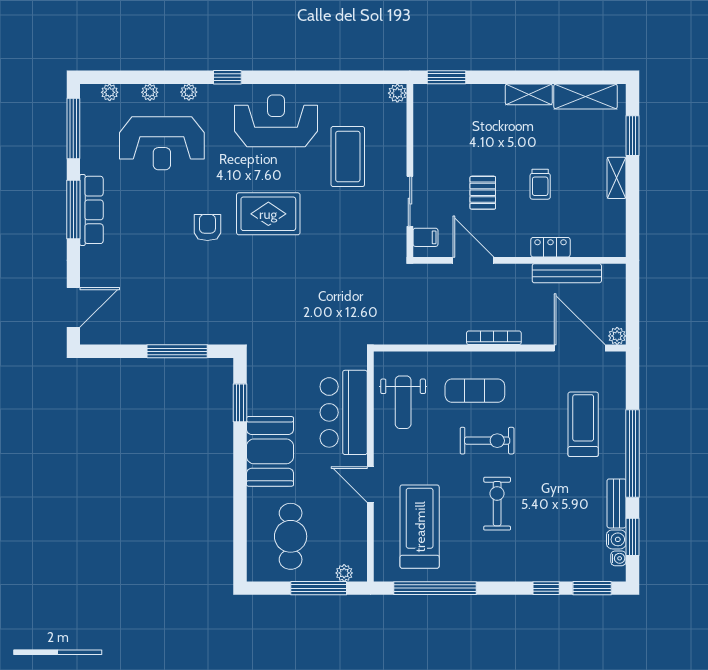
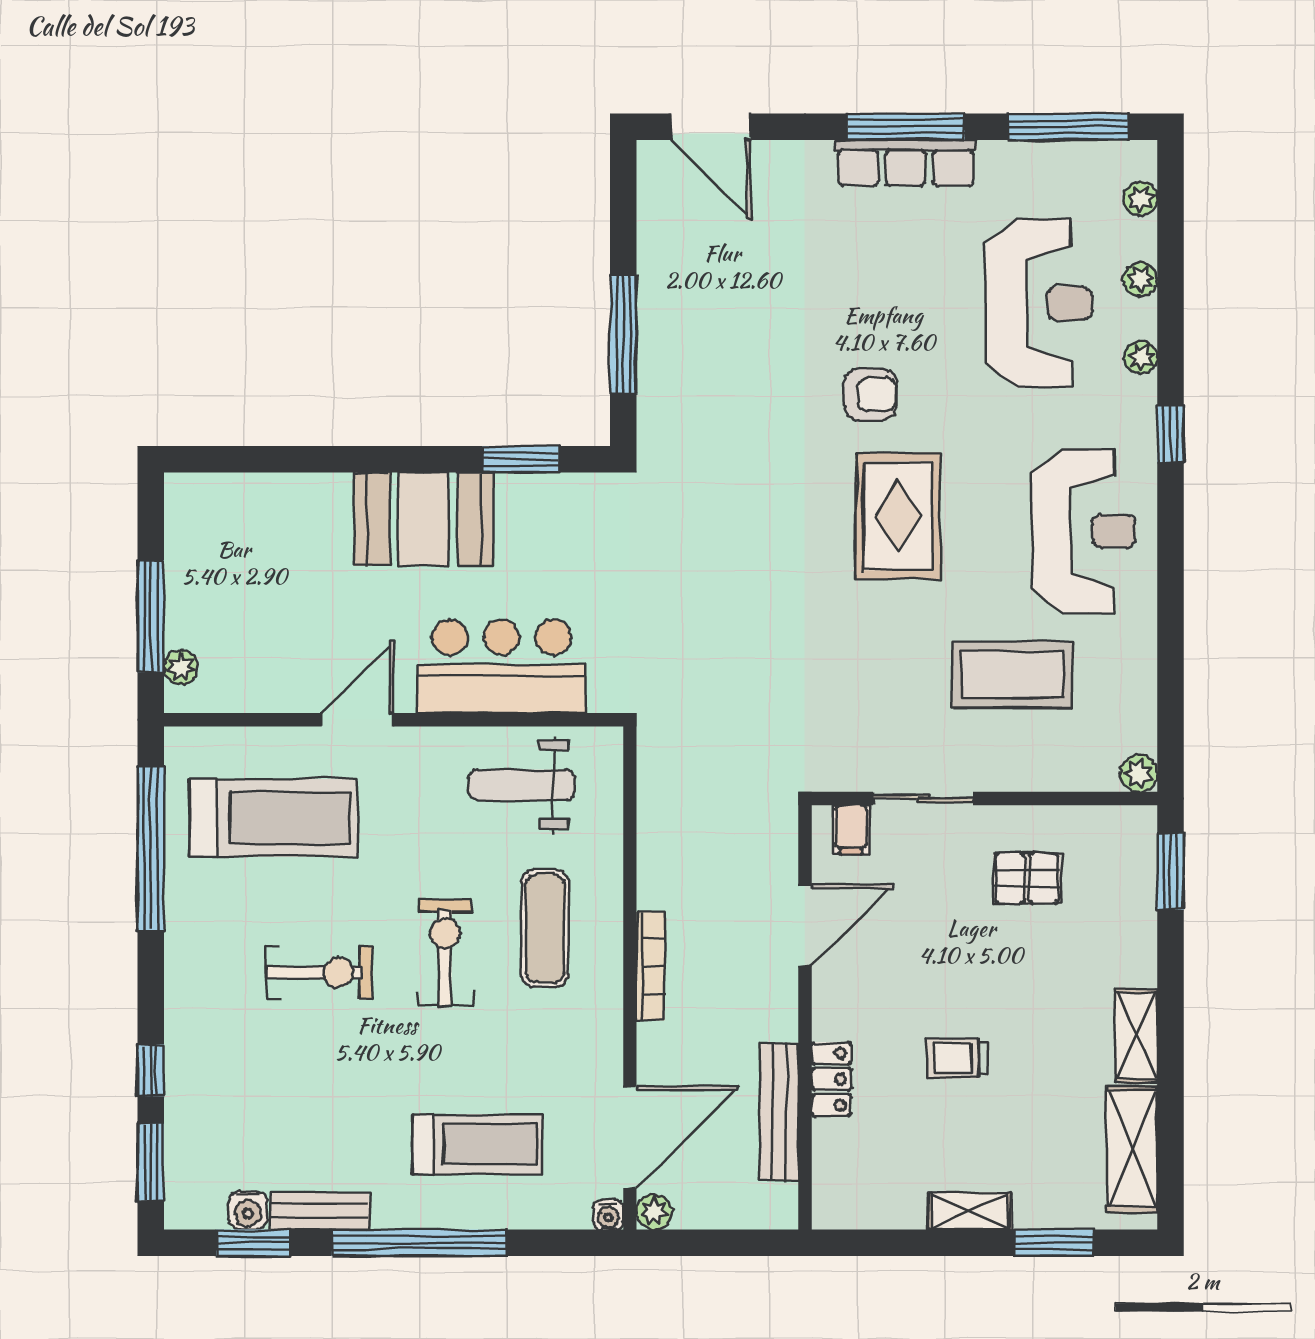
reception desk: (162, 143) -> (1039, 303), turned 180
pallet: (483, 193) -> (1027, 878), moved
exercise bike: (487, 441) -> (445, 953), turned 180
cafe table: (291, 536) -> (254, 560), removed
water cooler: (618, 558) -> (608, 1215), moved

